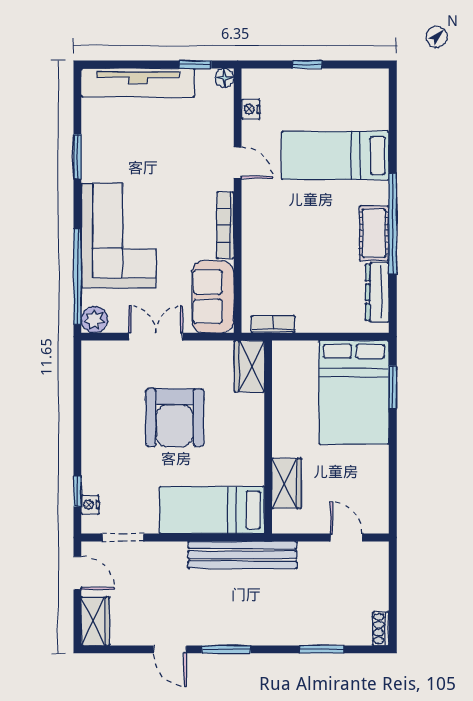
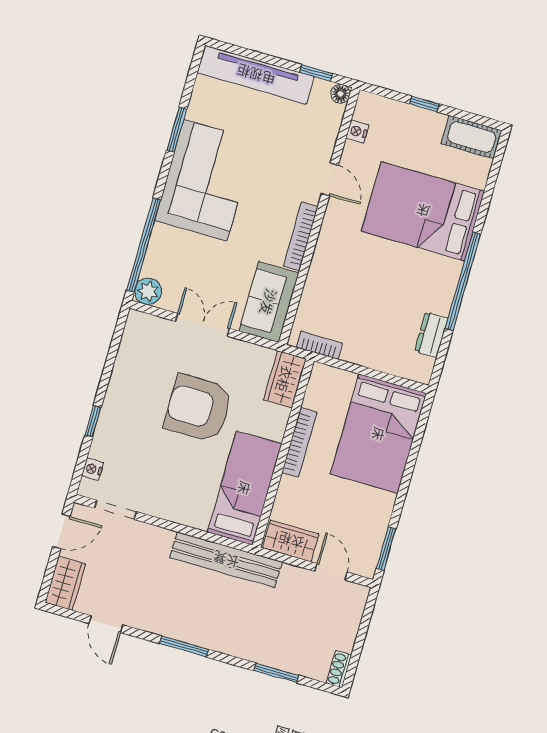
bed: (335, 156) -> (423, 211), width x1.50
cot: (374, 233) -> (472, 137), moved, turned 90
corner sofa: (119, 236) -> (205, 180), moved
dresser: (377, 292) -> (431, 335), width x0.70
window: (393, 387) -> (386, 549), moved
armchair: (175, 418) -> (198, 408), turned 90
bookcase: (281, 422) -> (299, 442), added
wardrobe: (287, 483) -> (291, 541), moved, turned -90
window: (77, 491) -> (93, 421), moved
bed: (212, 510) -> (245, 488), moved, turned 90
door: (77, 573) -> (61, 532), hinge flipped
door: (170, 649) -> (106, 624), moved

